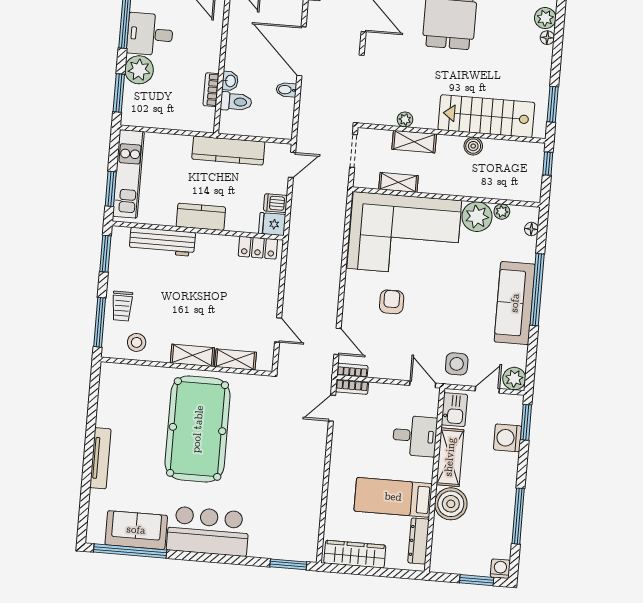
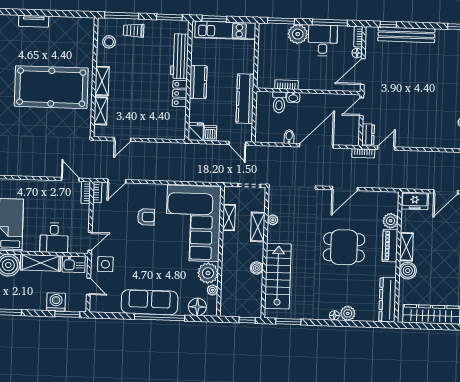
floor lamp: (531, 229) -> (197, 307), width x1.89, depth x1.89
locker: (258, 248) -> (180, 94), moved
plant: (514, 379) -> (97, 305), removed
tv unit: (100, 458) -> (34, 21), width x0.71

